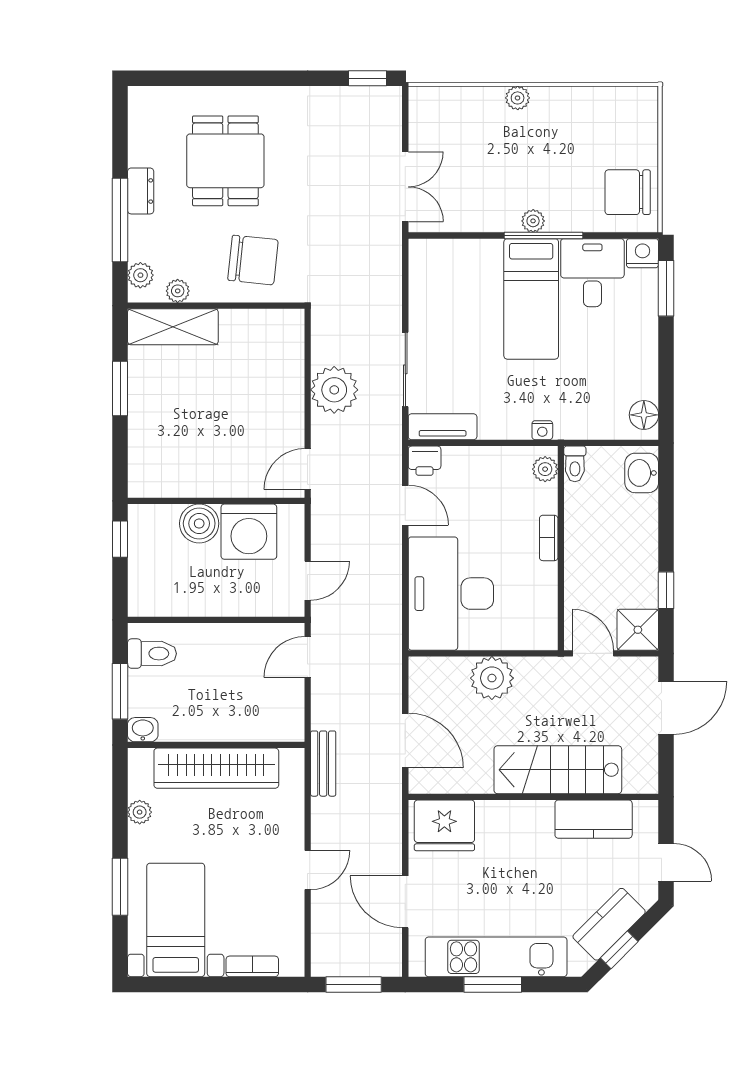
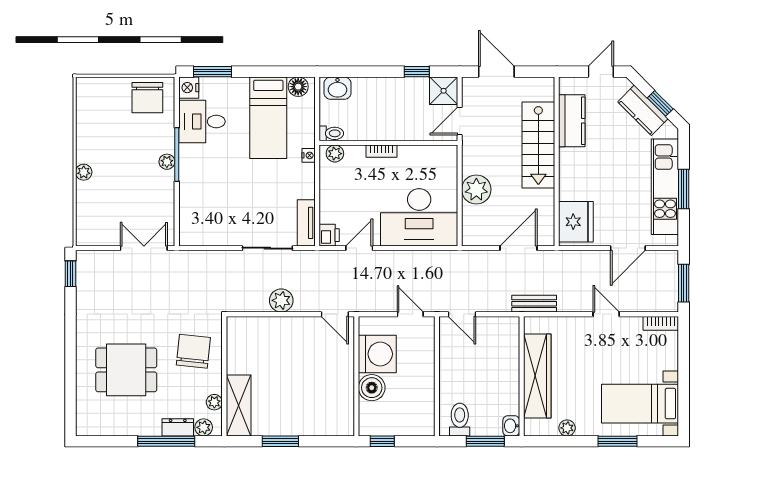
dresser: (141, 191) -> (178, 427), moved
bed: (531, 299) -> (268, 118), moved, turned 90
plant: (334, 390) -> (281, 300), width x0.73, depth x0.73
bookcase: (252, 966) -> (661, 323), moved, turned -90

